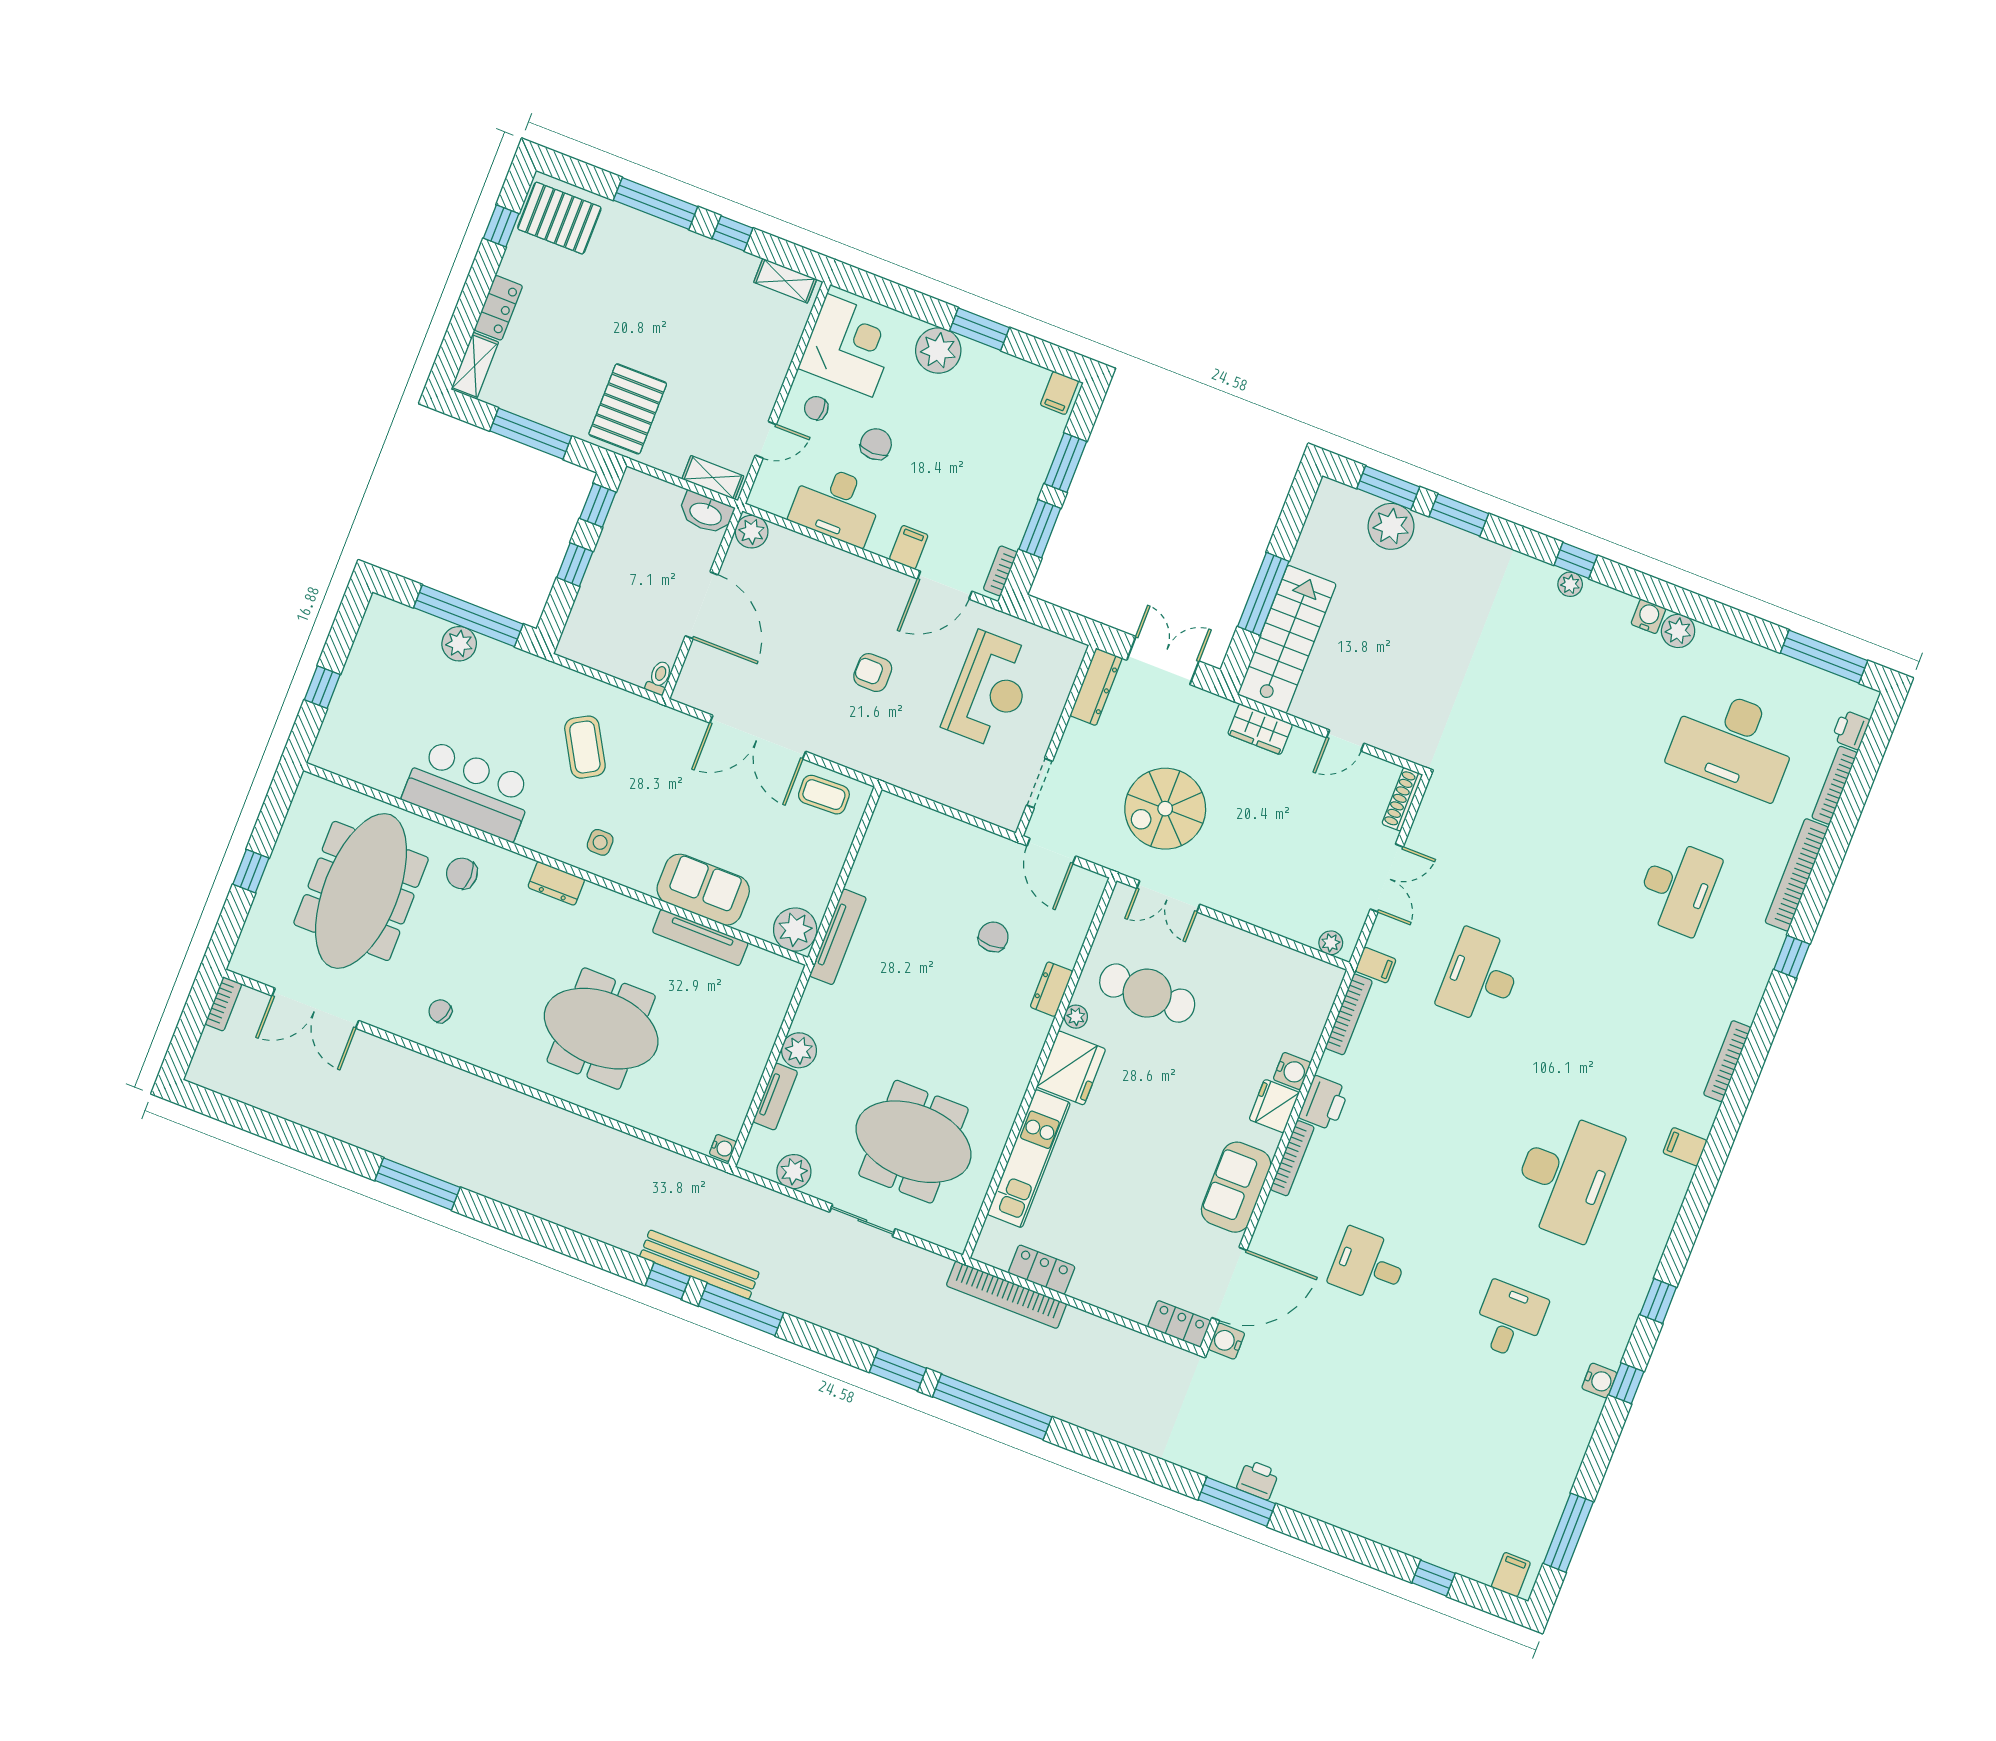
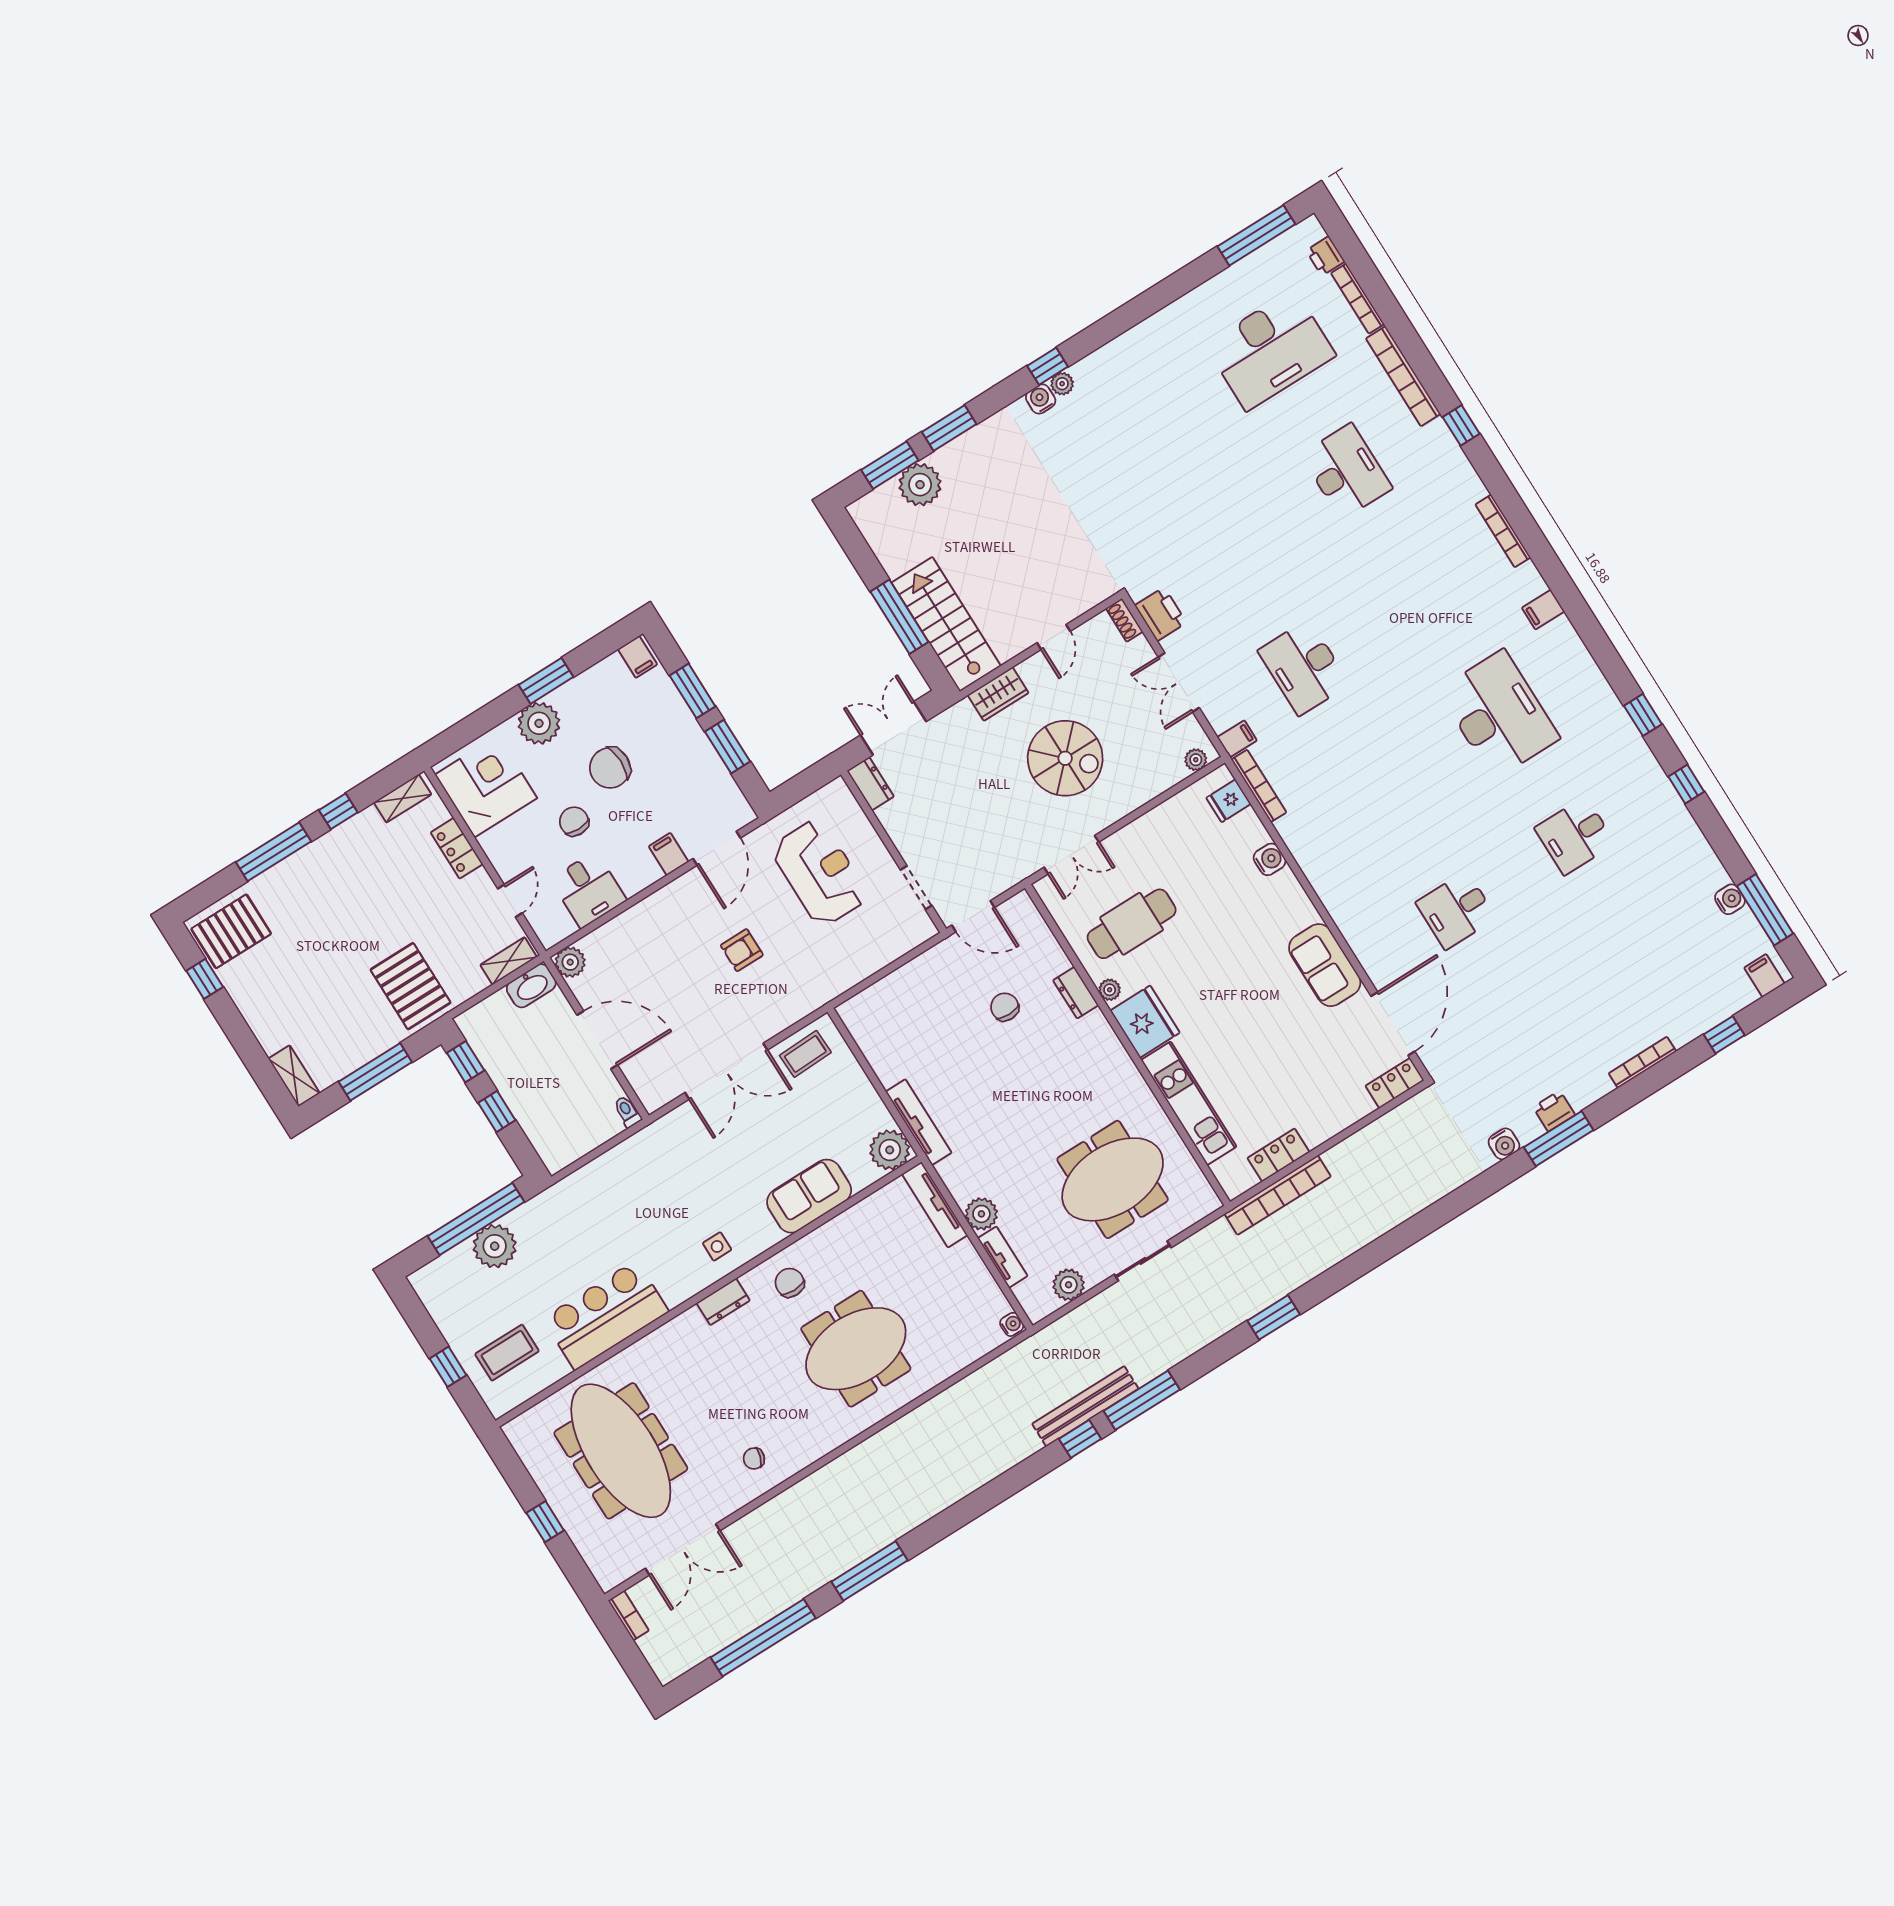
locker: (498, 308) -> (457, 848), moved, turned 180
chair: (816, 408) -> (610, 768), moved, width x1.87, depth x1.87
desk: (836, 505) -> (588, 890), width x0.73
bookcase: (1000, 571) -> (737, 799), removed
water cooler: (1648, 616) -> (1041, 399), moved
plant: (1678, 631) -> (1156, 329), removed
plant: (459, 644) -> (495, 1246), width x1.36, depth x1.36
dresser: (1096, 687) -> (870, 784), width x0.70
coffee table: (585, 747) -> (507, 1353), moved, turned -60
shoe rack: (1402, 799) -> (1124, 620), width x0.70
spiral stairs: (1165, 809) -> (1065, 758), moved, turned -90
chair: (462, 873) -> (790, 1283), moved, turned 90
double door: (1387, 878) -> (1179, 682), swing flipped
tv unit: (700, 937) -> (935, 1205), moved, turned 90
printer: (1324, 1103) -> (1161, 614), moved
fridge: (1274, 1106) -> (1228, 801), moved, width x0.72
bookcase: (1292, 1158) -> (1642, 1062), moved, turned -90
desk: (1510, 1320) -> (1575, 836), turned -90
water cooler: (1227, 1341) -> (1504, 1144), moved, turned -90
water cooler: (1599, 1381) -> (1730, 899), moved
window: (992, 1407) -> (763, 1638), moved

